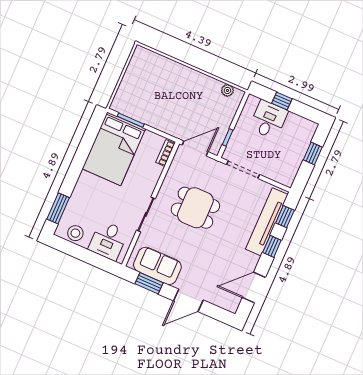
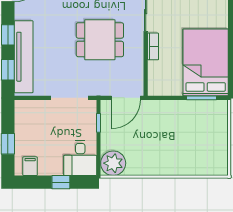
plant: (227, 90) -> (113, 163), width x1.87, depth x1.87
desk: (268, 120) -> (80, 158), moved
filing cabinet: (302, 126) -> (30, 166), added
bookcase: (165, 153) -> (153, 46), moved

